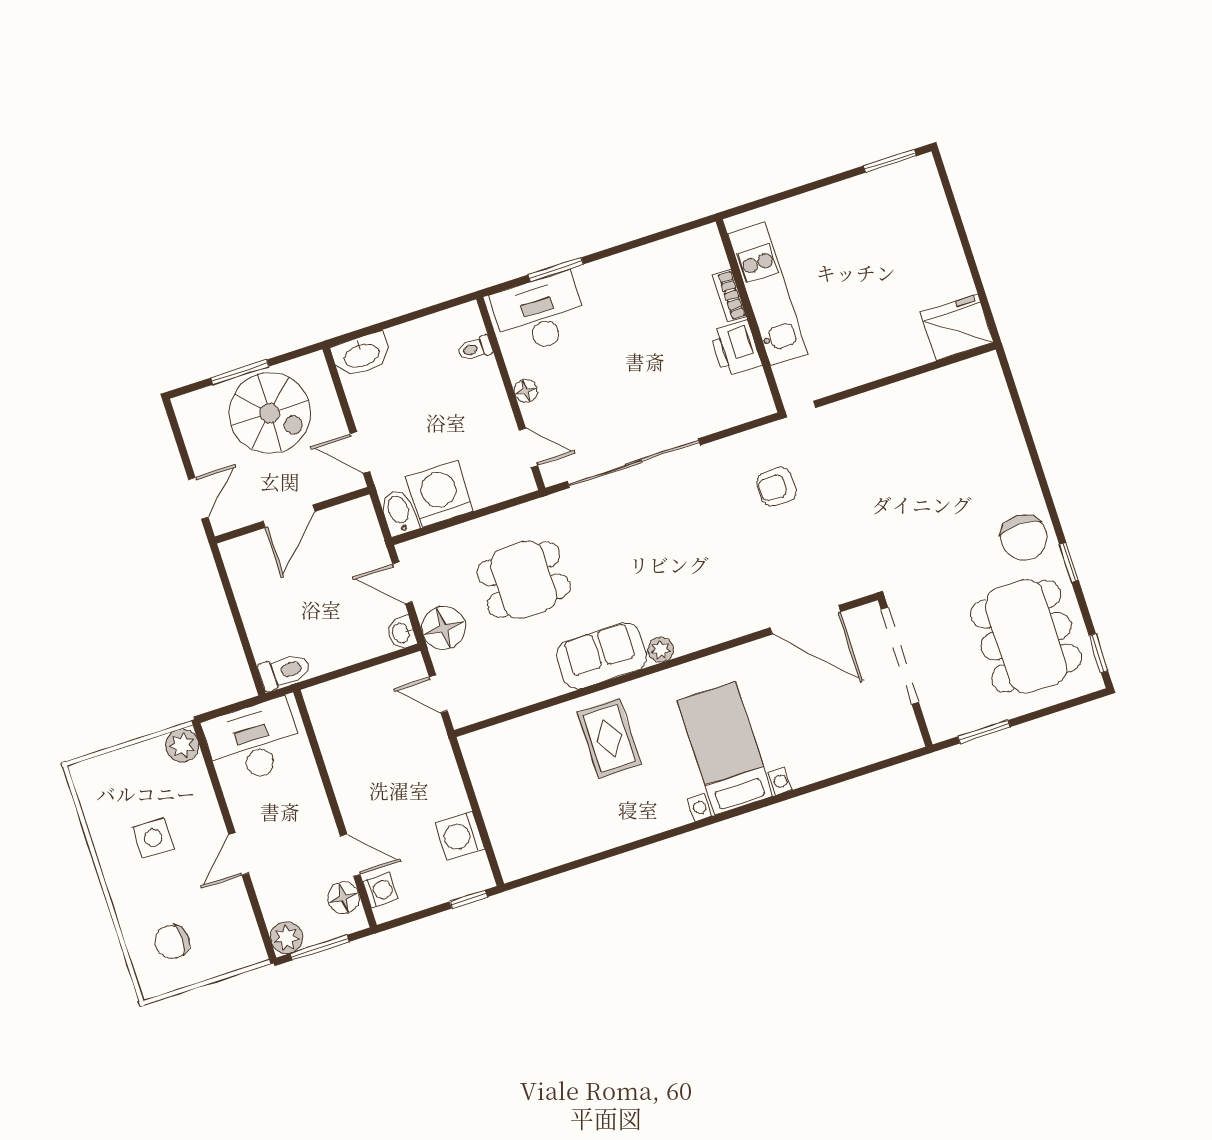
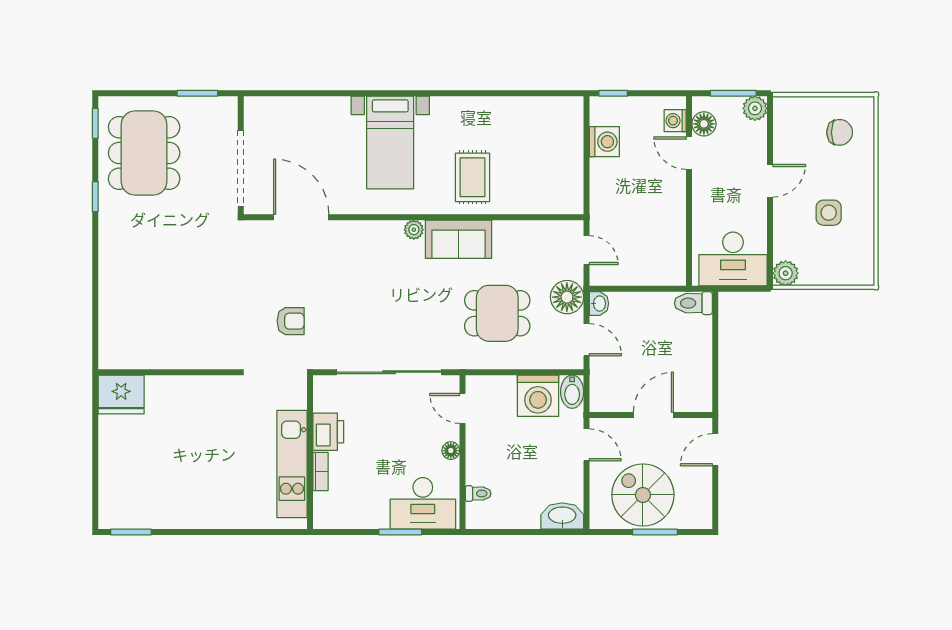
kitchen unit: (768, 294) -> (292, 464), moved
bookcase: (729, 296) -> (320, 471), moved
wall: (750, 316) -> (310, 452), moved
printer: (736, 348) -> (328, 432), moved
chair: (1024, 538) -> (122, 225), removed

